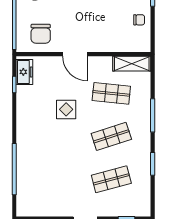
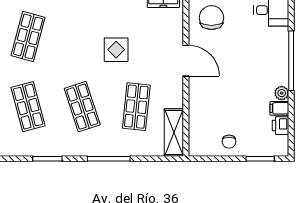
chair: (41, 34) -> (211, 18), turned 90
door: (75, 54) -> (186, 61), swing flipped
shop shelf: (56, 179) -> (28, 36), added

